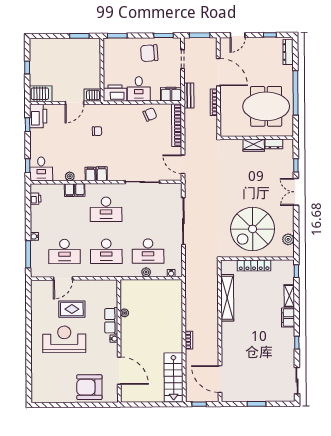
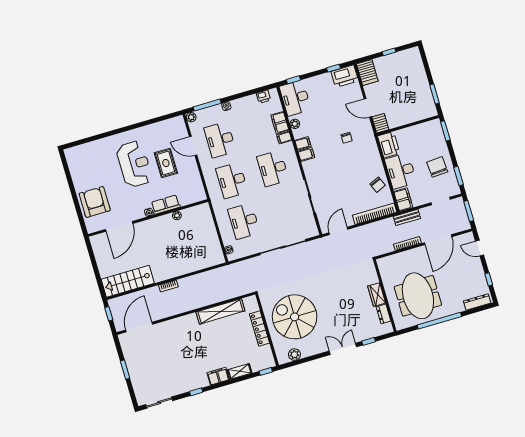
desk: (139, 89) -> (401, 171), width x1.37
desk: (41, 169) -> (295, 98), width x1.37
filing cabinet: (69, 190) -> (280, 123), width x2.00
plant: (146, 272) -> (191, 117), moved

